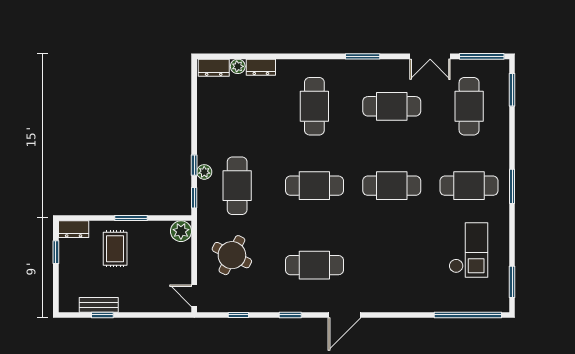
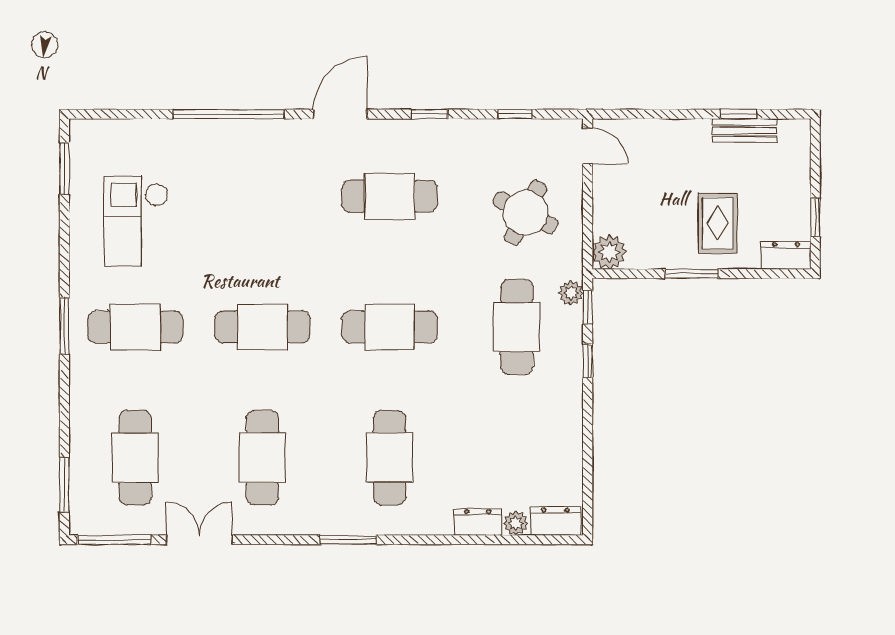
window: (363, 56) -> (348, 540), moved
cafe table: (392, 106) -> (262, 458), turned 90
plant: (204, 172) -> (571, 293), moved
window: (468, 315) -> (229, 114), moved

